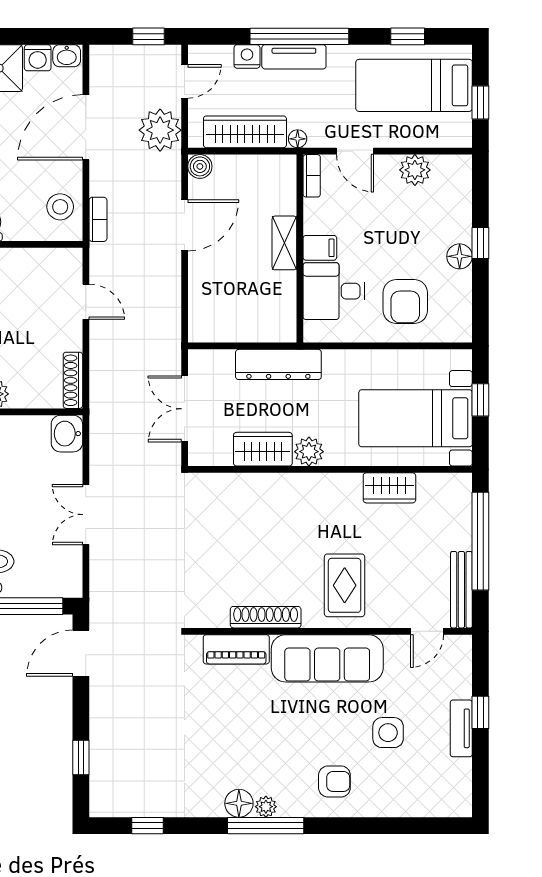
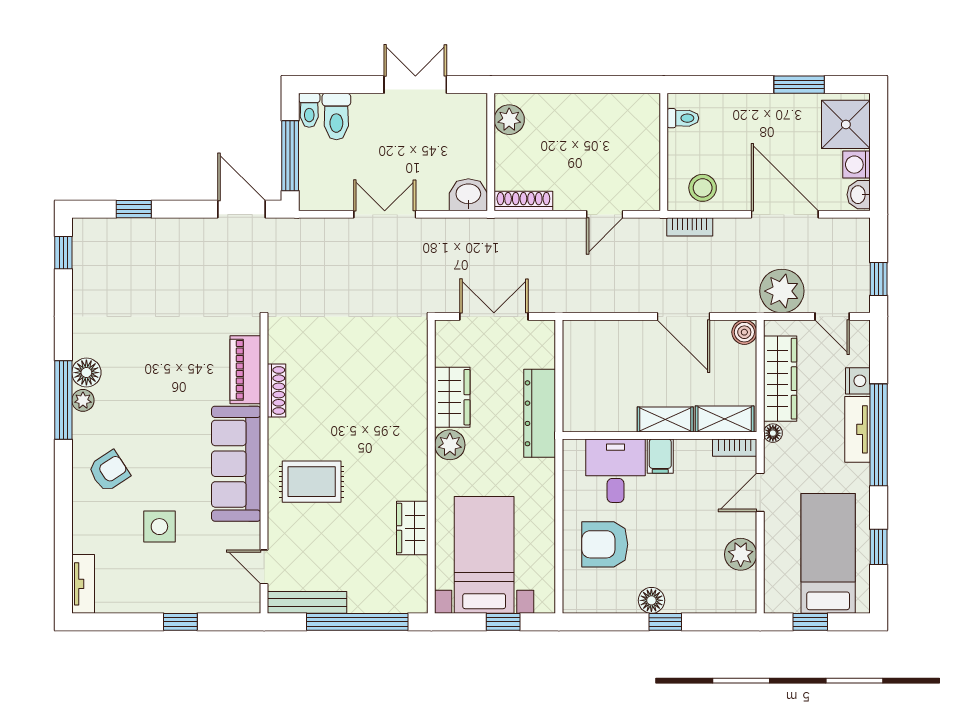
shelving: (284, 186) -> (725, 419), added
shoe rack: (266, 617) -> (277, 390), width x0.74, depth x0.81
tv unit: (461, 728) -> (83, 584), moved, turned 90
armchair: (334, 781) -> (109, 471), turned -123
window: (148, 826) -> (63, 253), moved

